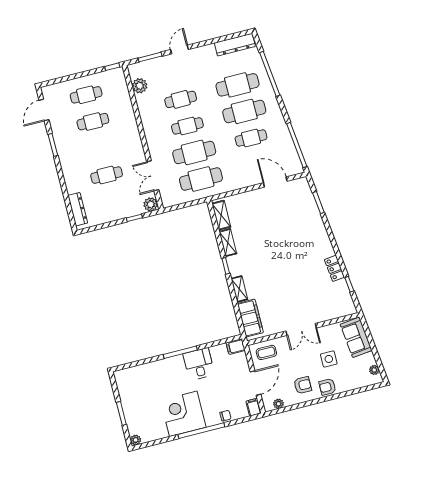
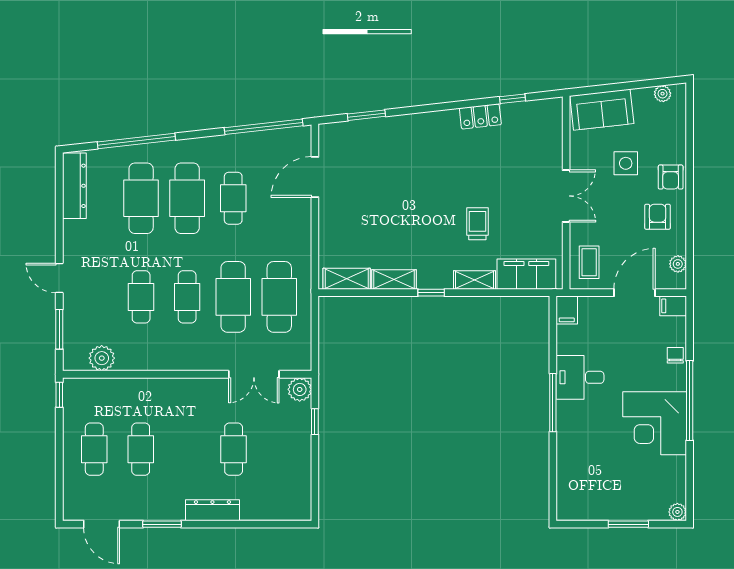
dresser: (78, 209) -> (212, 510), moved
trolley: (272, 282) -> (477, 224), added
door: (256, 383) -> (634, 293), hinge flipped

